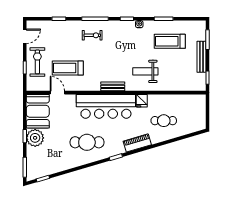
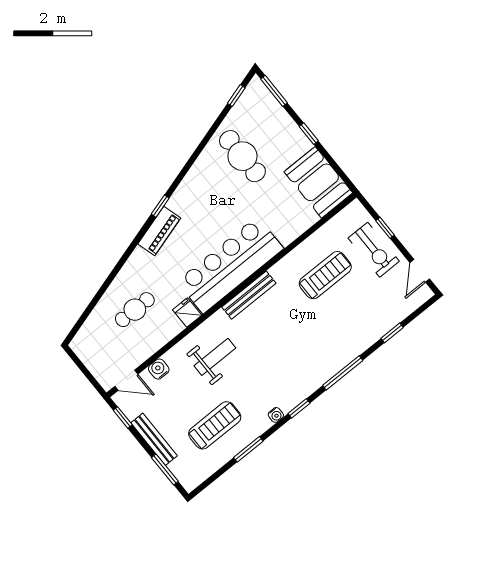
exercise bike: (92, 35) -> (328, 347), removed
bench: (113, 86) -> (249, 295), width x1.36
water cooler: (174, 86) -> (159, 369), added
door: (57, 93) -> (126, 380), moved
plant: (35, 138) -> (293, 143), removed
cafe table: (87, 142) -> (242, 156), moved, turned 90
piano: (137, 143) -> (159, 231), moved

